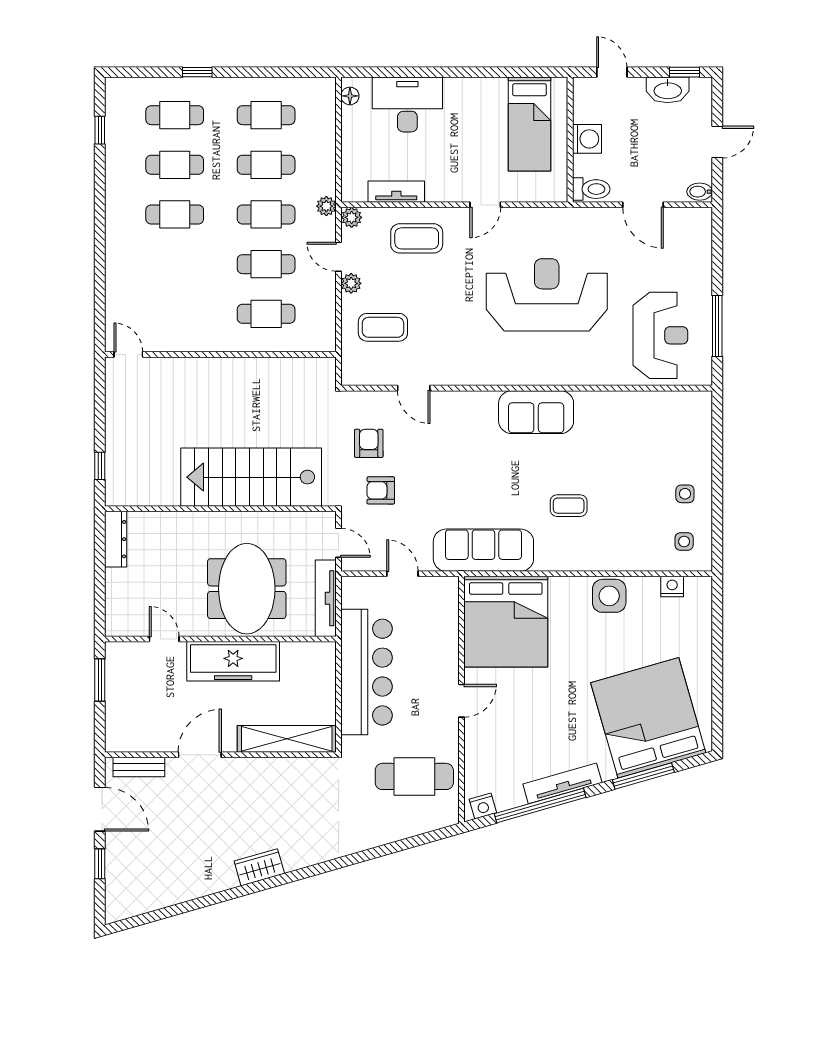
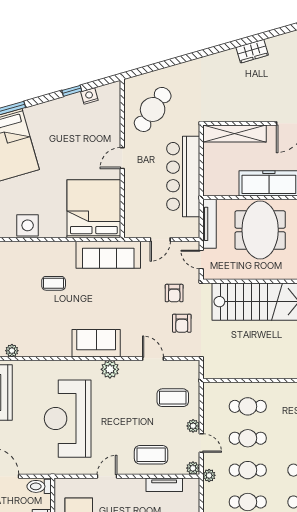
reception desk: (547, 295) -> (68, 419), turned 90
plant: (481, 372) -> (110, 369), added
plant: (634, 401) -> (12, 351), added
sofa: (536, 412) -> (96, 343), moved
armchair: (381, 490) -> (174, 293), turned 90
door: (402, 574) -> (160, 239), hinge flipped
cafe table: (414, 776) -> (153, 109), turned -55
tv unit: (562, 783) -> (58, 105), removed
nightstand: (483, 806) -> (89, 96), moved
window: (540, 806) -> (72, 91), width x0.32

